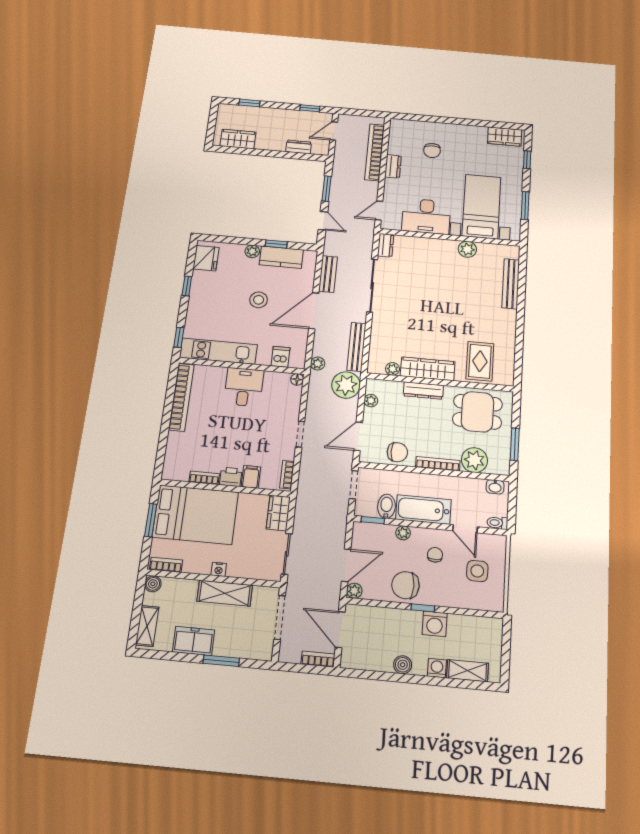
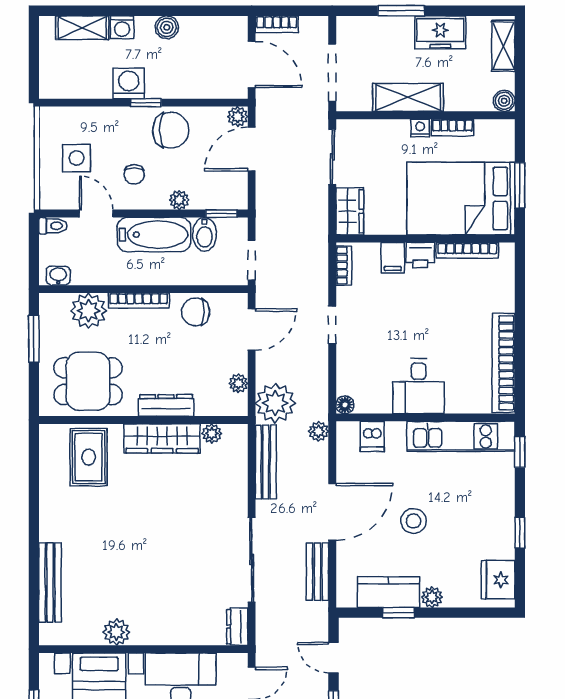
bookcase: (204, 478) -> (467, 250), width x1.56
bookcase: (166, 565) -> (452, 127), moved

